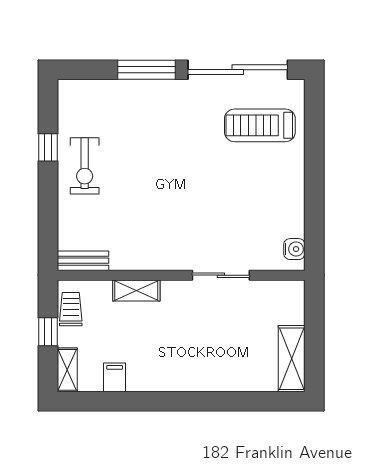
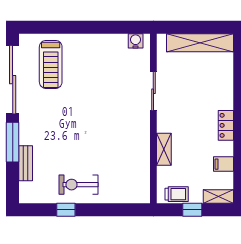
exercise bike: (85, 166) -> (79, 185), turned 180
bench: (83, 261) -> (26, 163), moved
trolley: (71, 309) -> (177, 194), turned 180
shelving: (292, 359) -> (200, 43), width x1.47
locker: (171, 381) -> (226, 125), added

